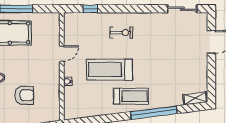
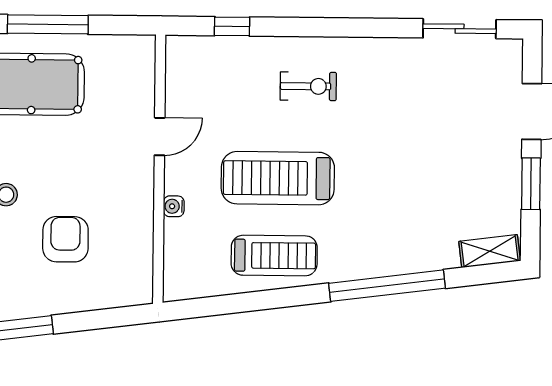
window: (211, 71) -> (531, 184), added
armchair: (24, 95) -> (65, 239), turned -90
treadmill: (131, 96) -> (274, 256), moved

